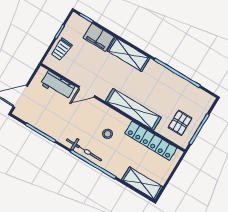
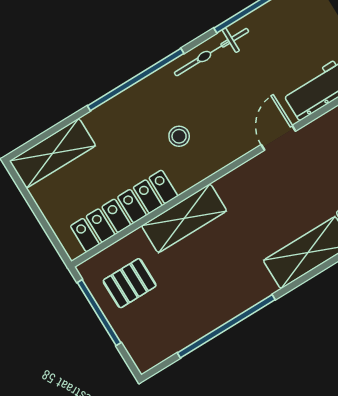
shelving: (133, 109) -> (184, 218), width x0.68
pallet: (180, 123) -> (130, 283), turned 90
bicycle: (84, 150) -> (212, 52), moved

